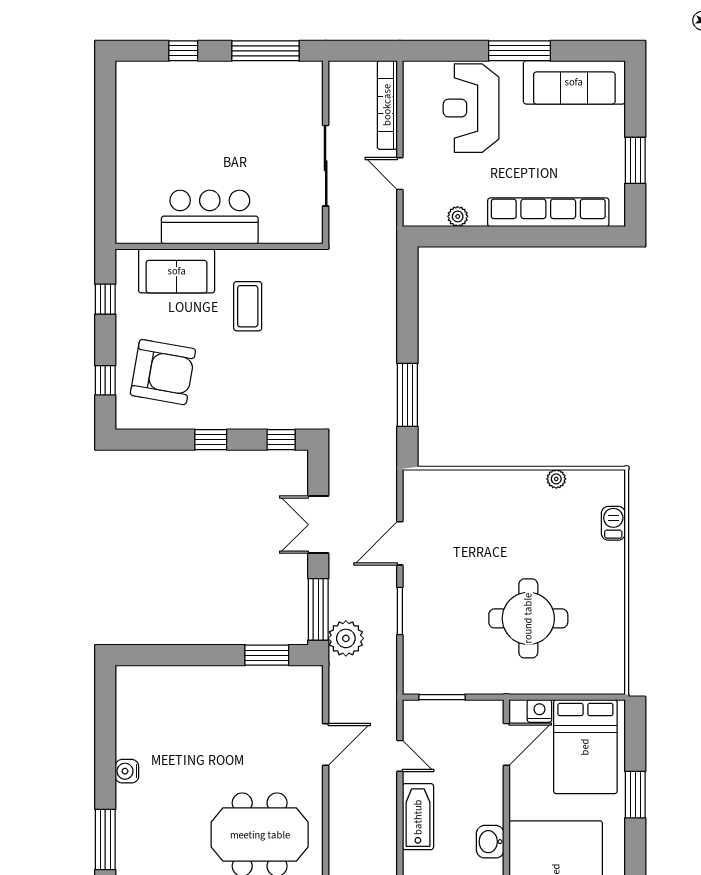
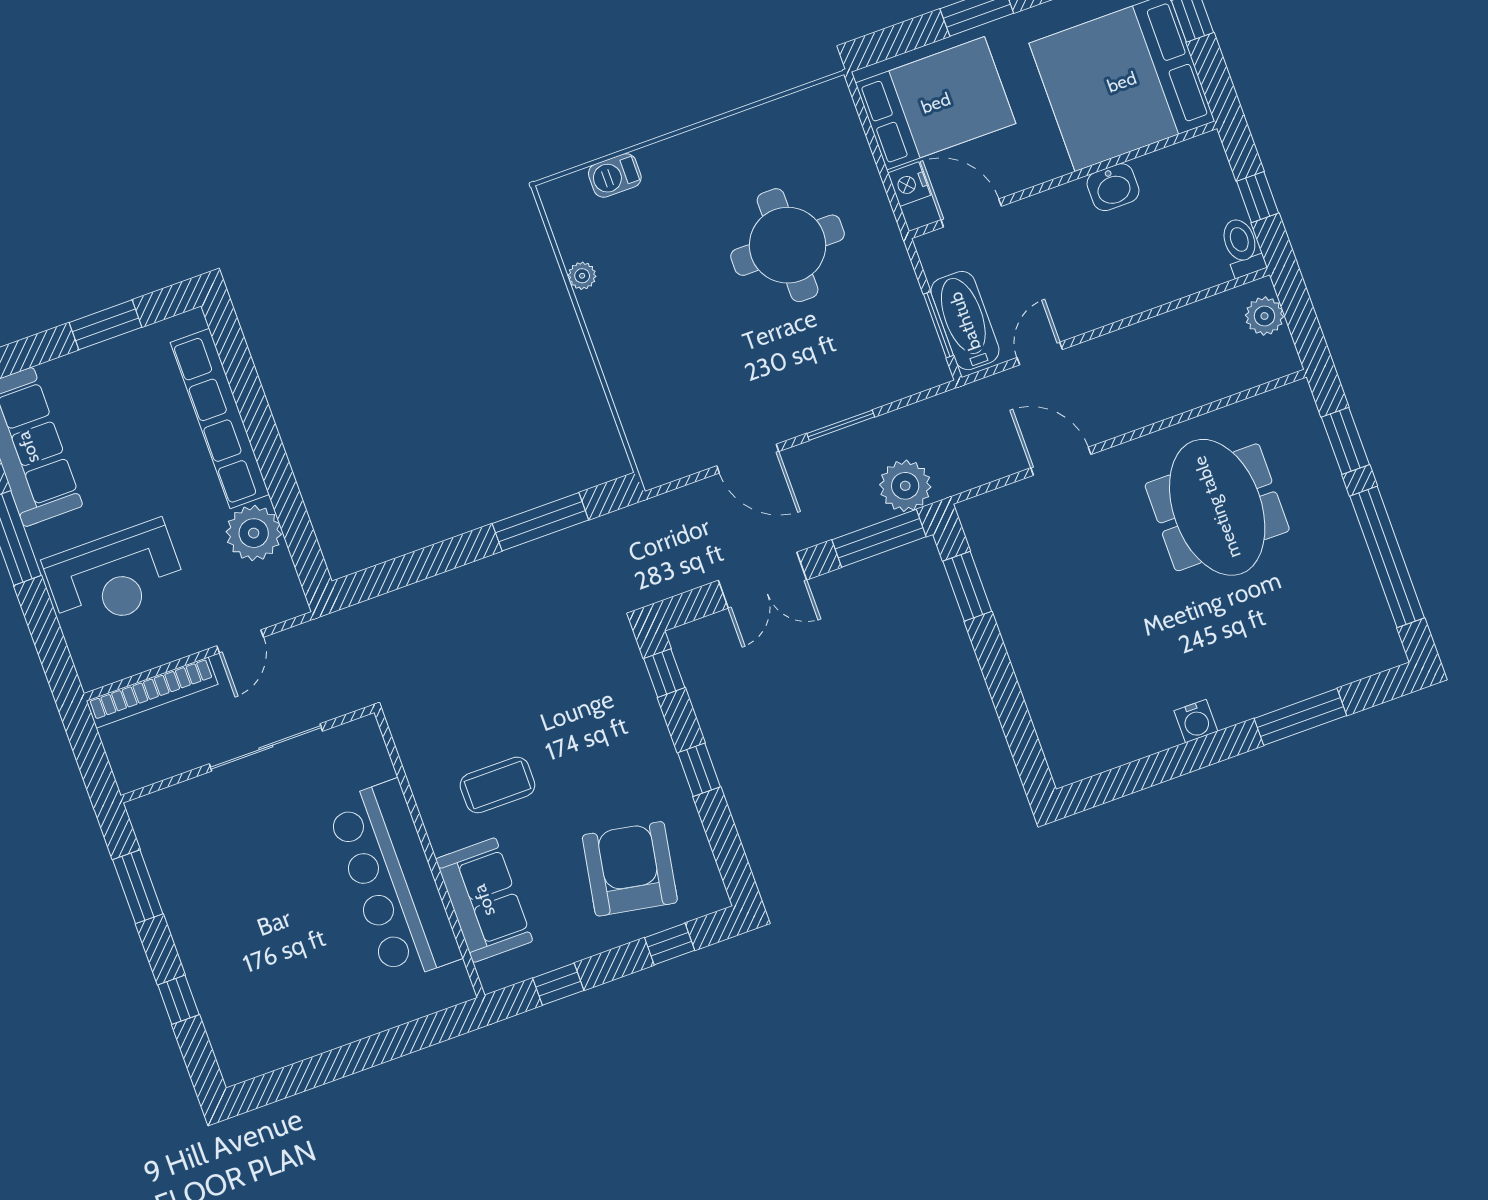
window: (266, 51) -> (138, 887), width x0.69
plant: (458, 216) -> (254, 533), width x1.87, depth x1.87
bar counter: (210, 217) -> (394, 881), width x1.36
bathtub: (418, 817) -> (965, 321), moved, turned 90

